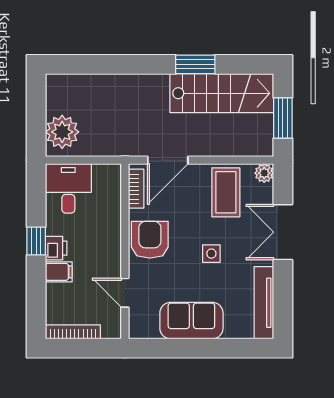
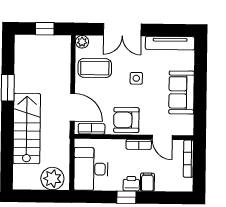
stairs: (222, 93) -> (27, 129), moved
window: (283, 118) -> (45, 29), width x0.67
desk: (68, 188) -> (91, 169), width x1.37
bookcase: (114, 258) -> (139, 144), added
door: (125, 293) -> (162, 137), hinge flipped
bookcase: (73, 332) -> (188, 159), moved

